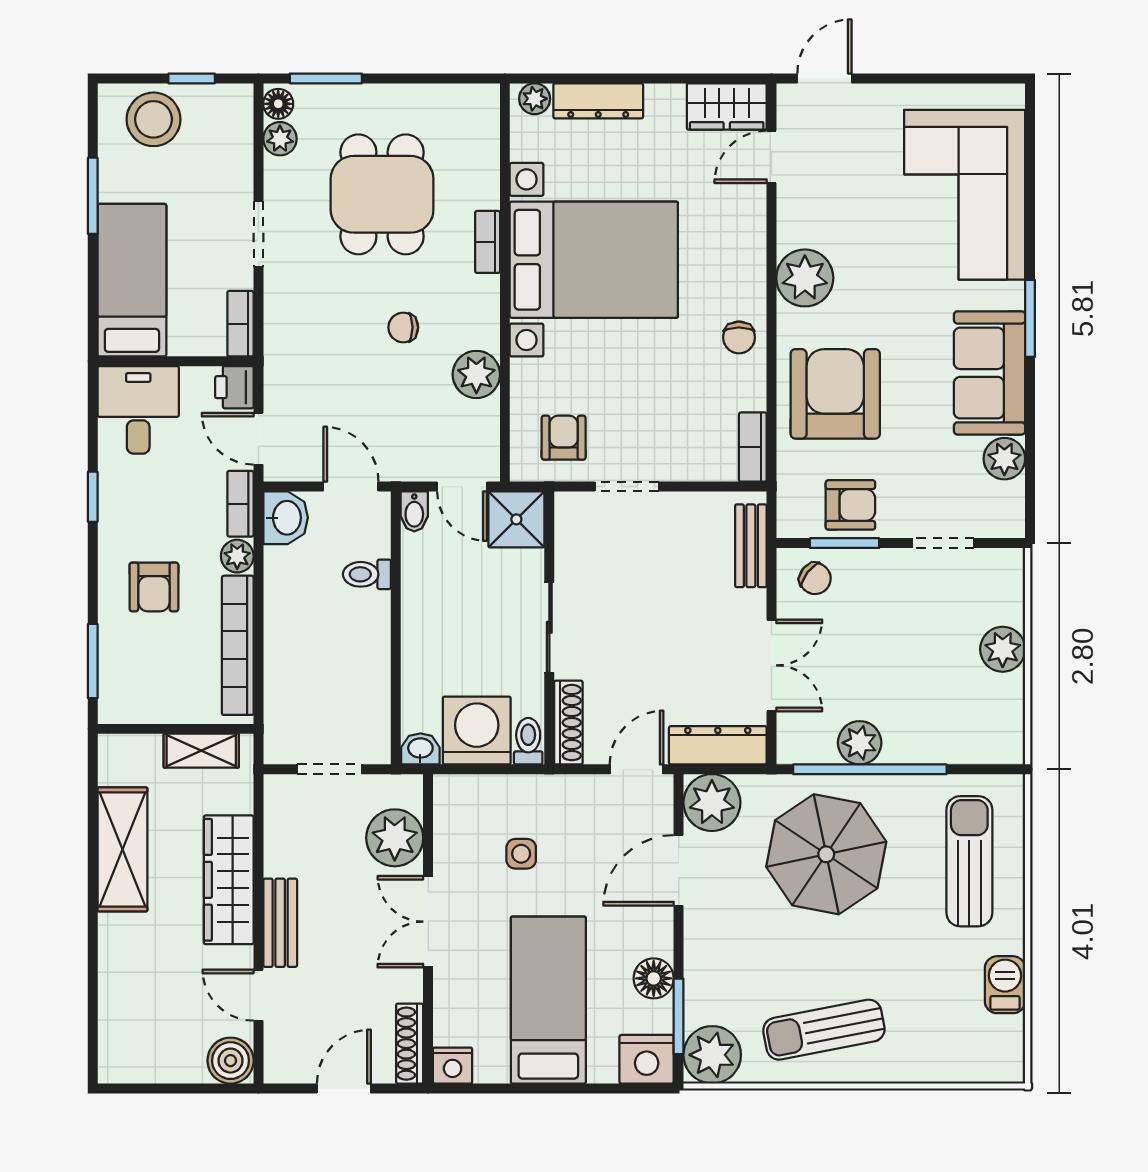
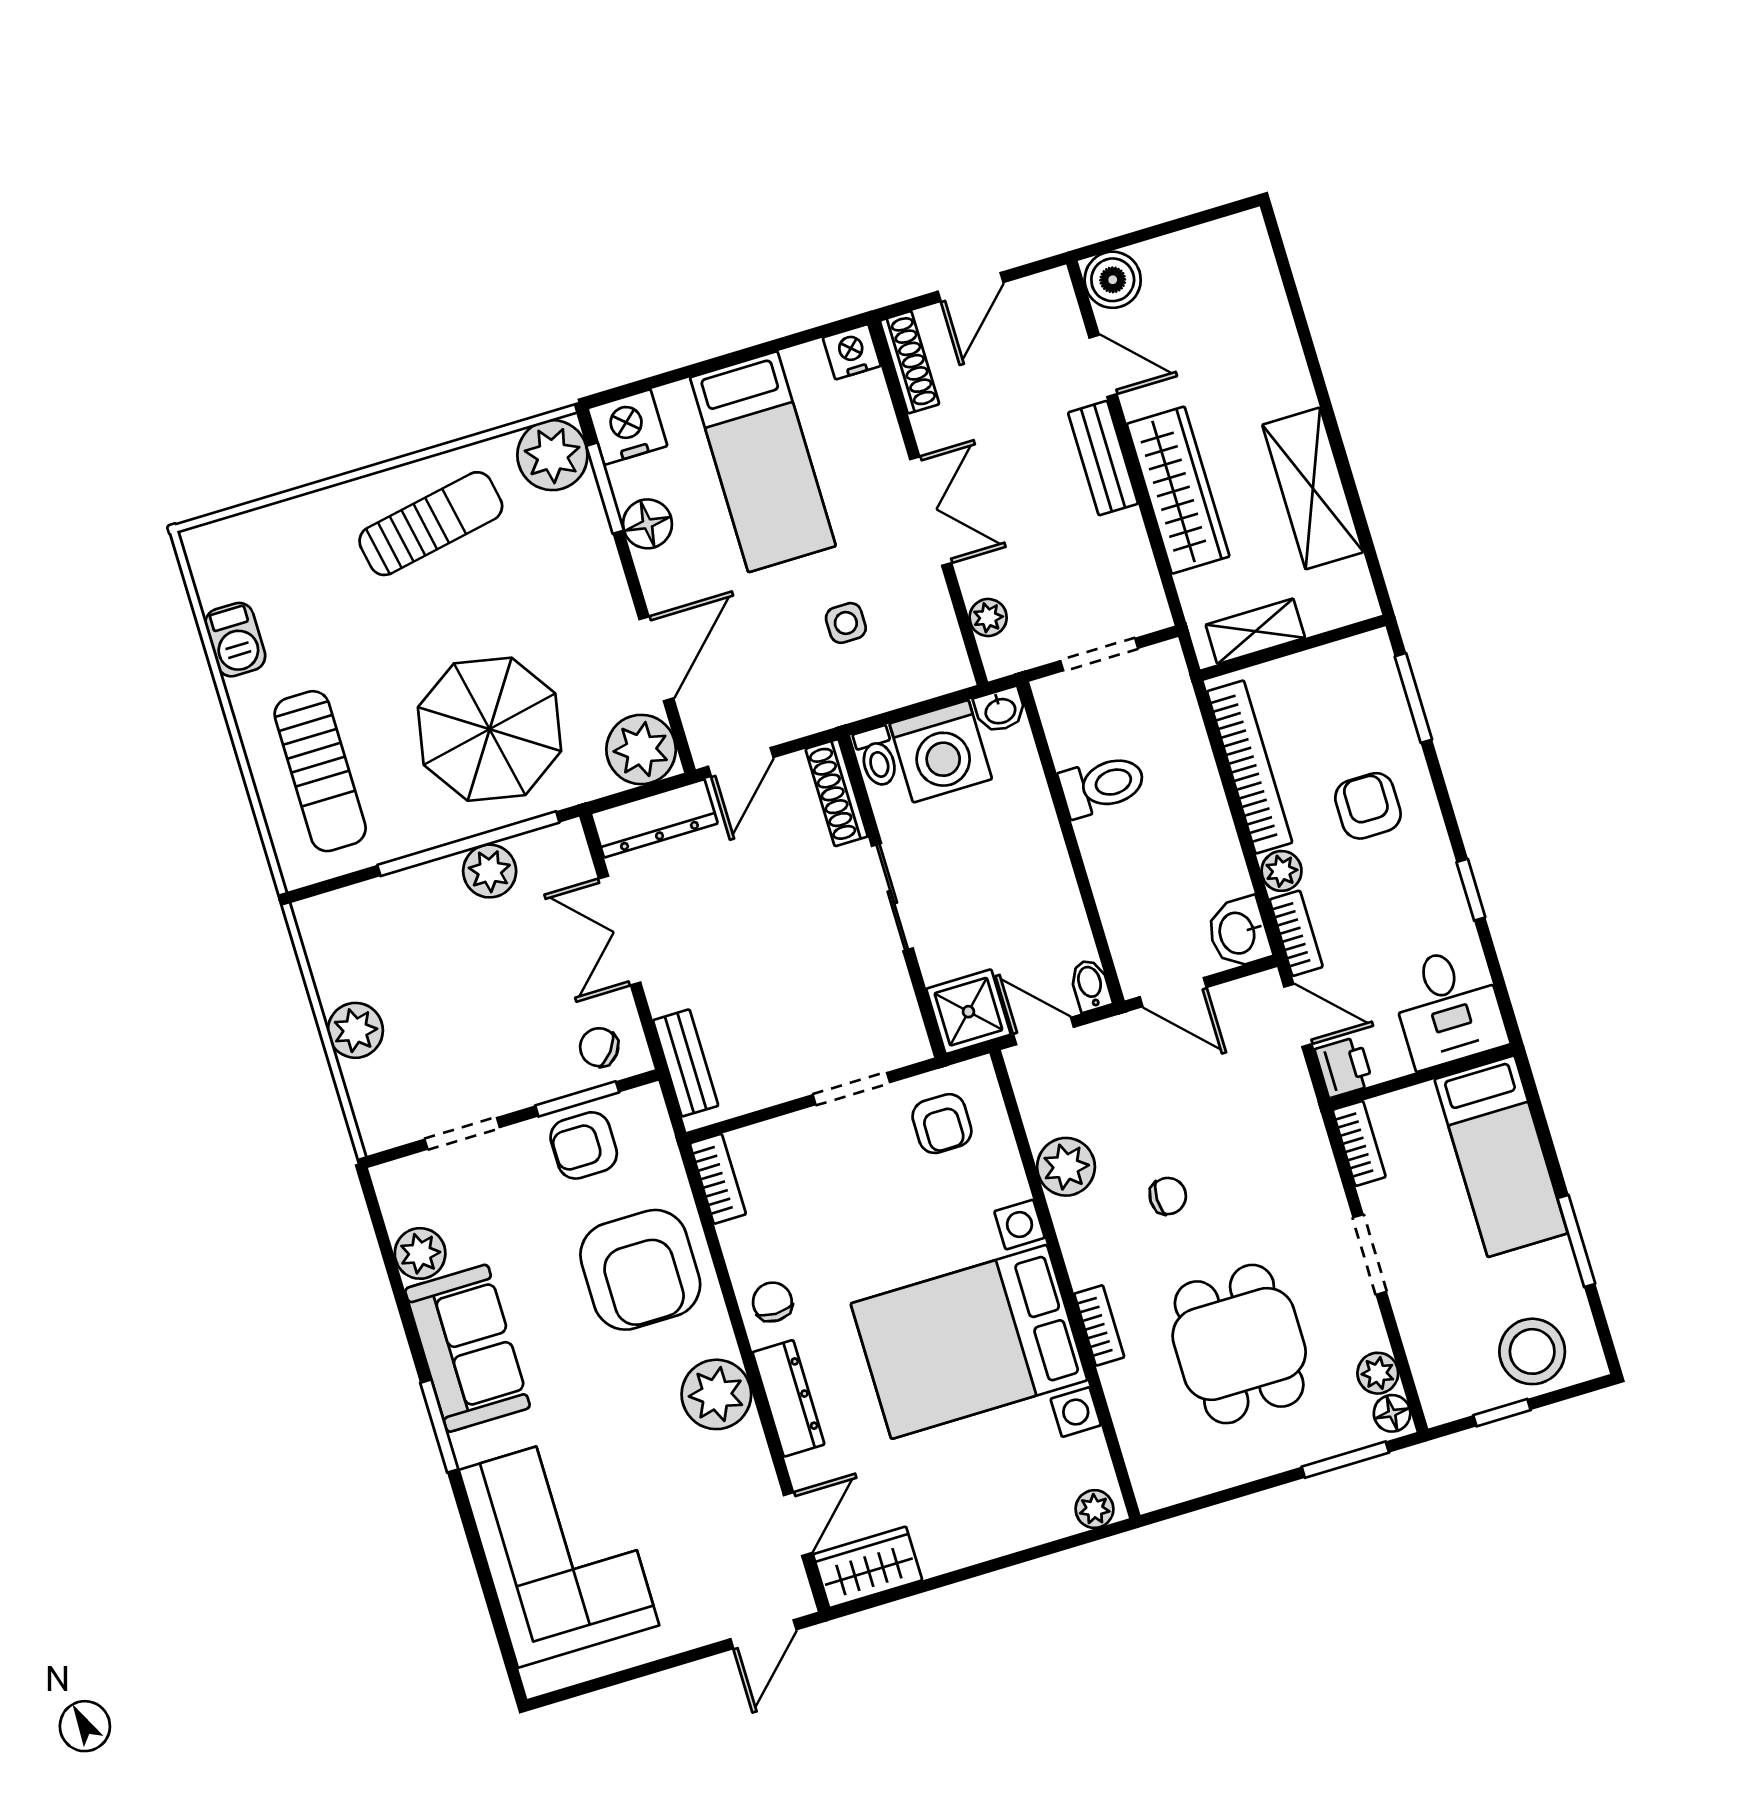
dresser: (598, 101) -> (788, 1398), moved, turned 90
toilet: (367, 574) -> (1103, 785), moved, width x1.37, depth x1.39
plant: (395, 838) -> (988, 617), width x0.53, depth x0.53

